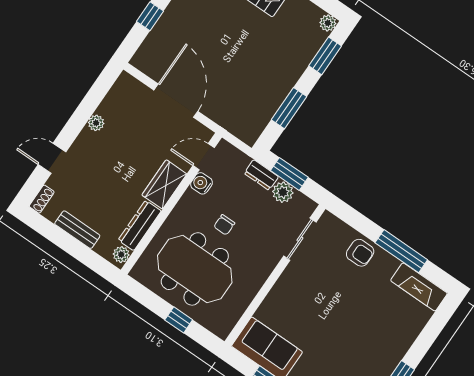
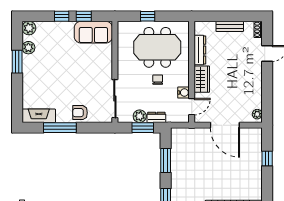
plant: (96, 123) -> (257, 114), moved
sliding door: (300, 239) -> (115, 99), width x1.37
plant: (121, 255) -> (199, 29), removed

